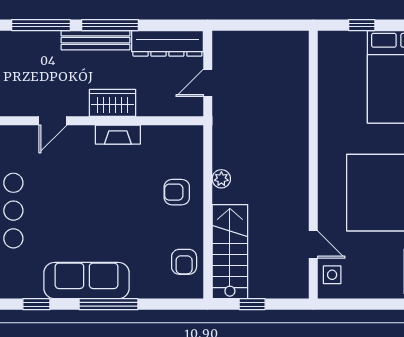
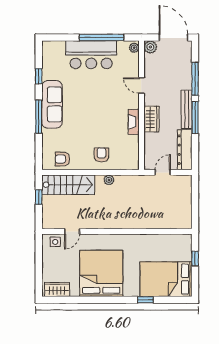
door: (208, 83) -> (163, 172), hinge flipped

